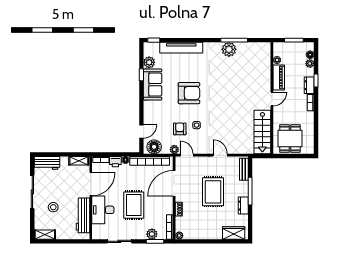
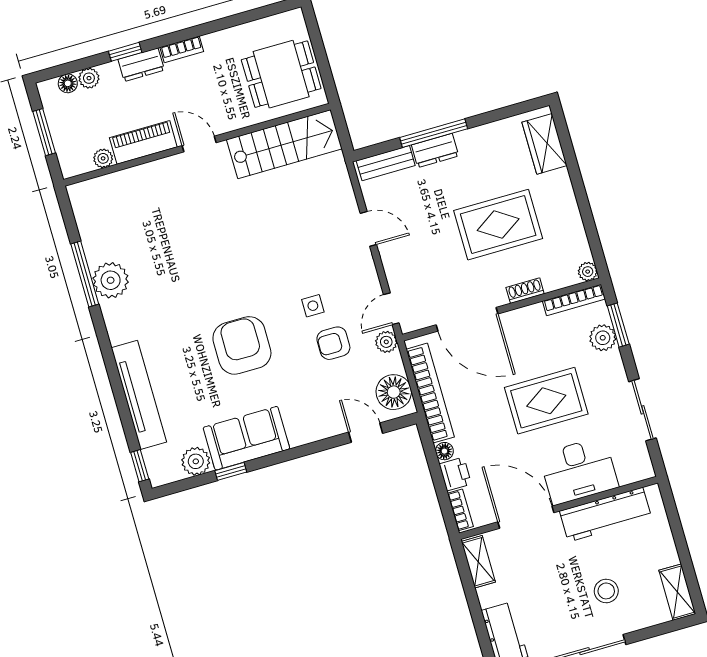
door: (220, 155) -> (368, 229), swing flipped
rug: (213, 192) -> (498, 225), moved
dresser: (243, 206) -> (435, 150), moved

